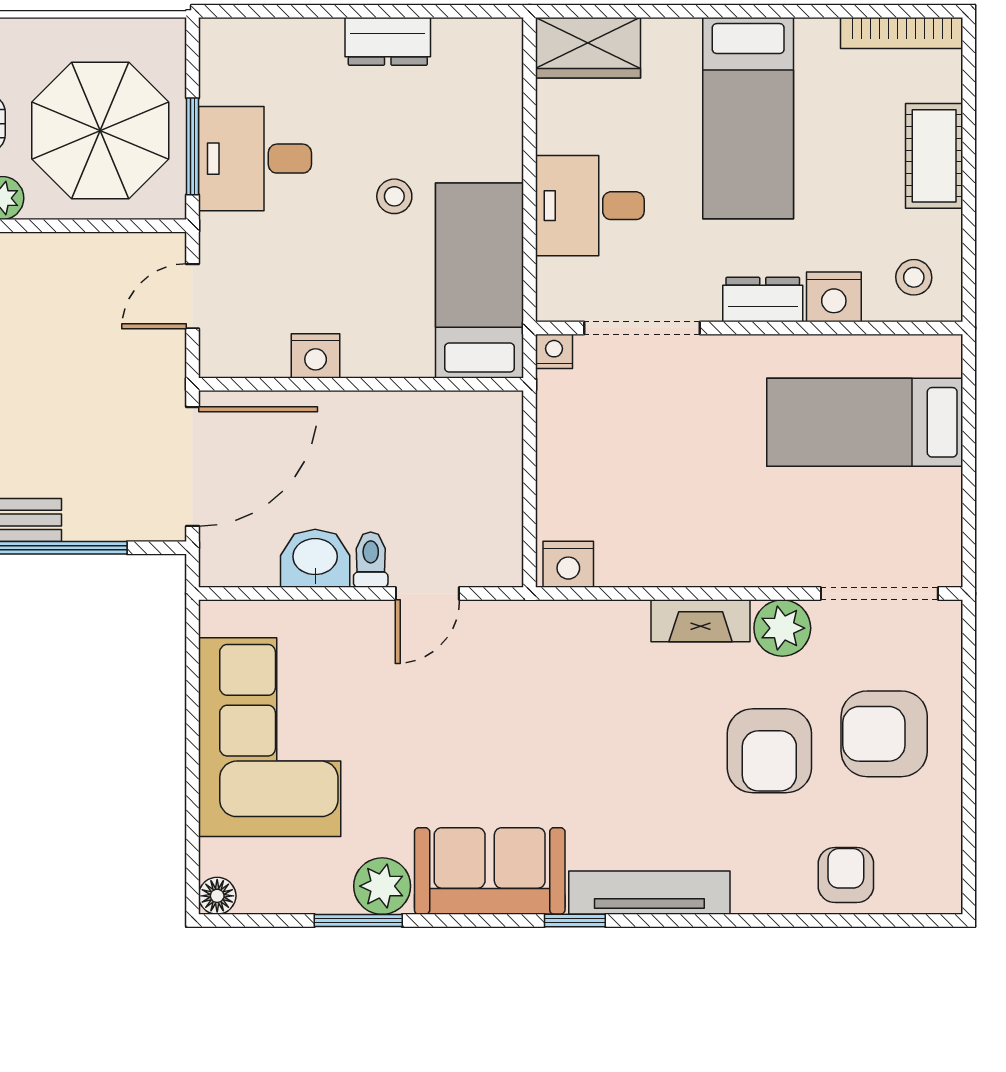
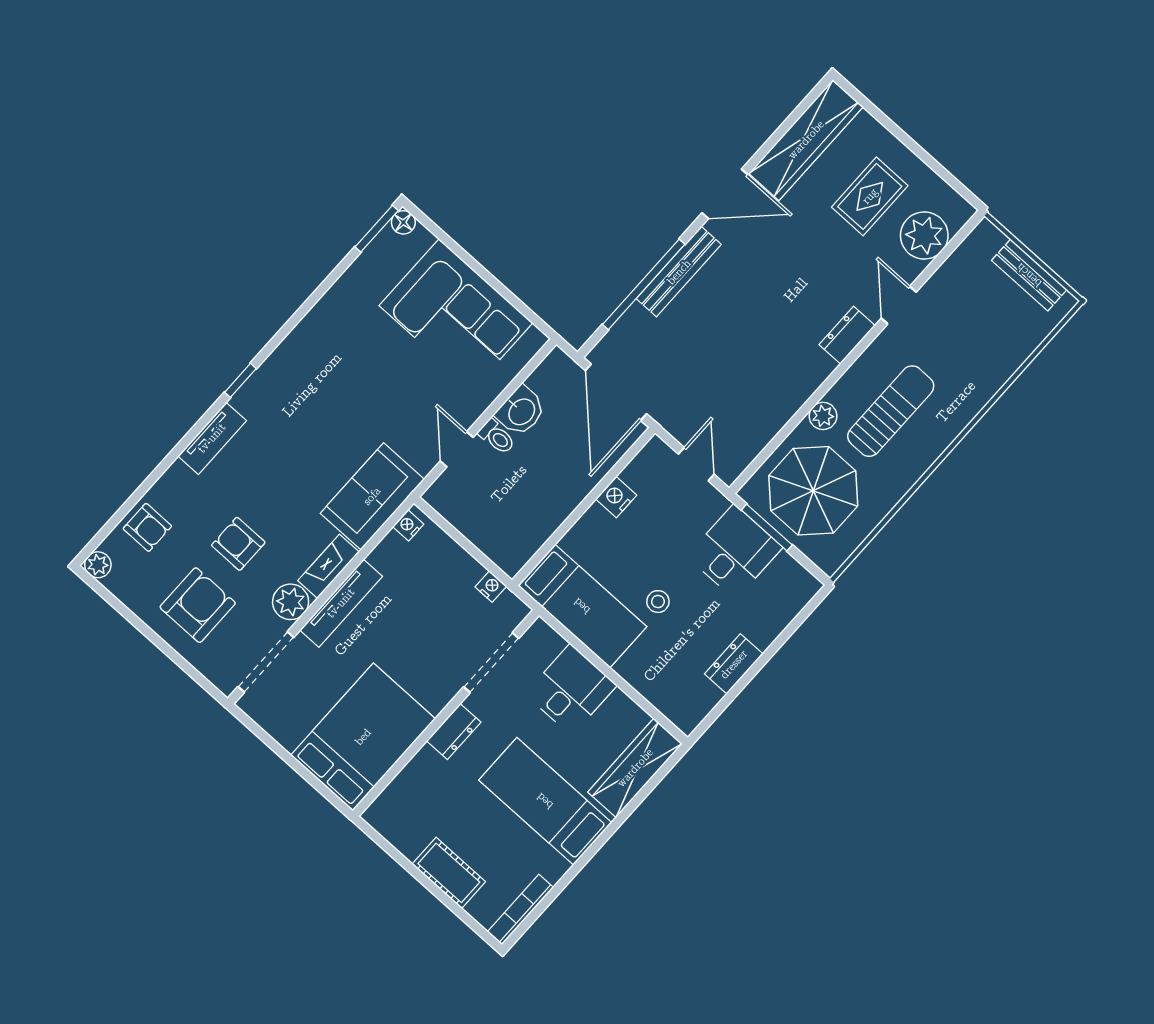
wardrobe: (588, 48) -> (635, 768), width x1.50
stool: (914, 277) -> (400, 812), removed
nightstand: (834, 297) -> (425, 766), removed
nightstand: (554, 351) -> (491, 587), moved, turned -90
bed: (865, 422) -> (363, 737), width x1.50
nightstand: (568, 564) -> (408, 525), width x0.72, depth x0.74
tv unit: (731, 567) -> (341, 603), added
armchair: (769, 751) -> (238, 544), width x0.72, depth x0.72
sofa: (490, 871) -> (372, 496), moved, turned 180
plant: (382, 886) -> (98, 565), moved, width x0.73, depth x0.73
tv unit: (649, 893) -> (212, 438), width x0.71
window: (358, 921) -> (377, 229), moved

